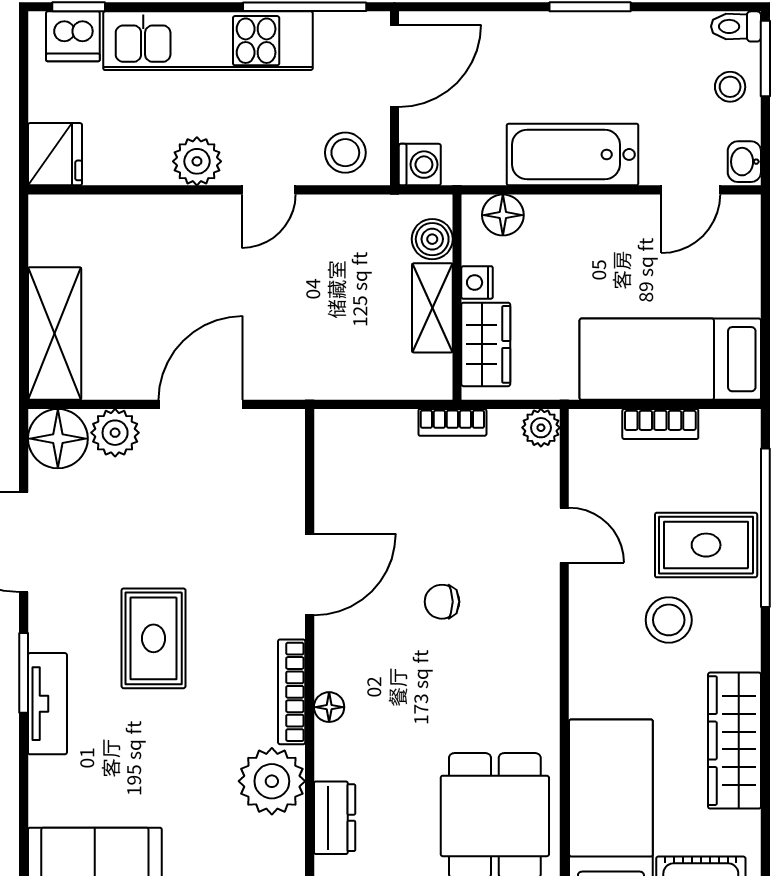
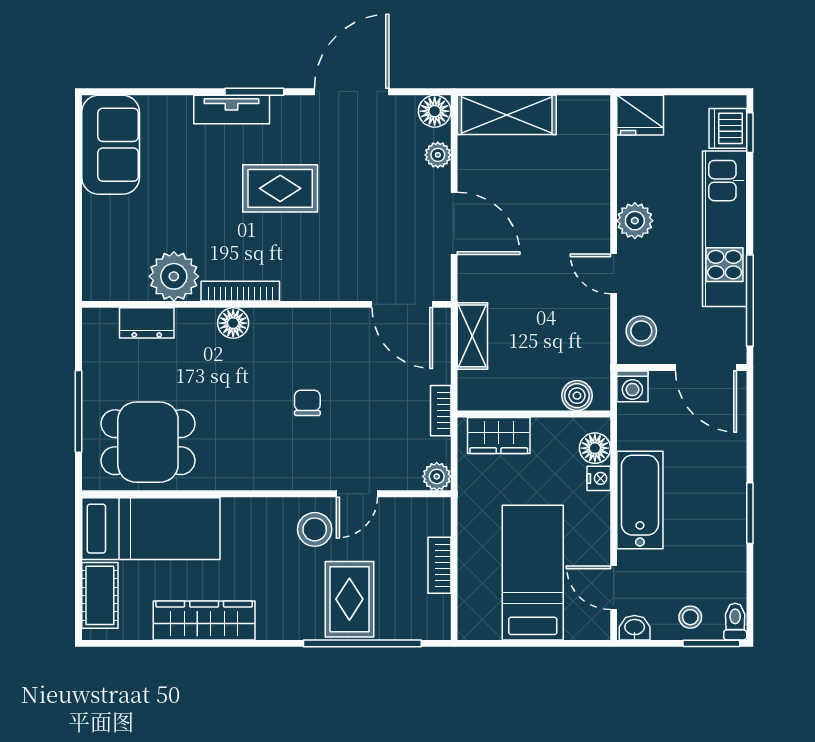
nightstand: (477, 282) -> (599, 478), moved, turned 90
shelving: (432, 308) -> (472, 336), moved, turned 90
bed: (670, 359) -> (533, 573), moved
plant: (115, 433) -> (438, 155), width x0.73, depth x0.73
floor lamp: (58, 439) -> (435, 111), width x0.73, depth x0.73
door: (310, 574) -> (402, 304), moved
stool: (669, 620) -> (315, 529), moved
floor lamp: (329, 707) -> (233, 323), width x1.37, depth x1.37

